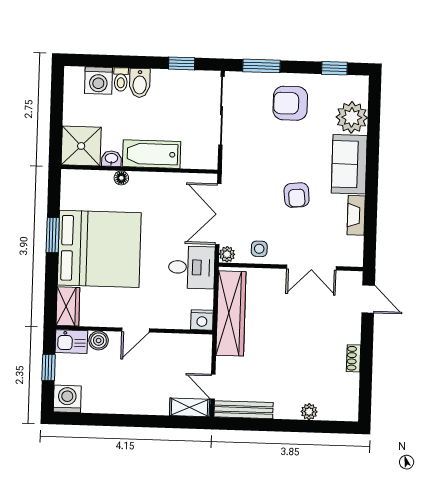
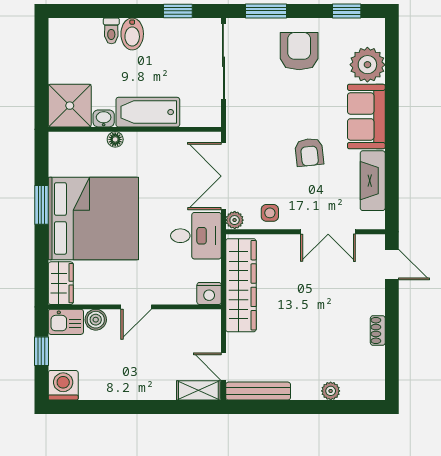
washing machine: (98, 81) -> (87, 33), removed
armchair: (290, 103) -> (299, 51), turned 90
fireplace: (356, 215) -> (373, 181), width x1.37, depth x1.32

